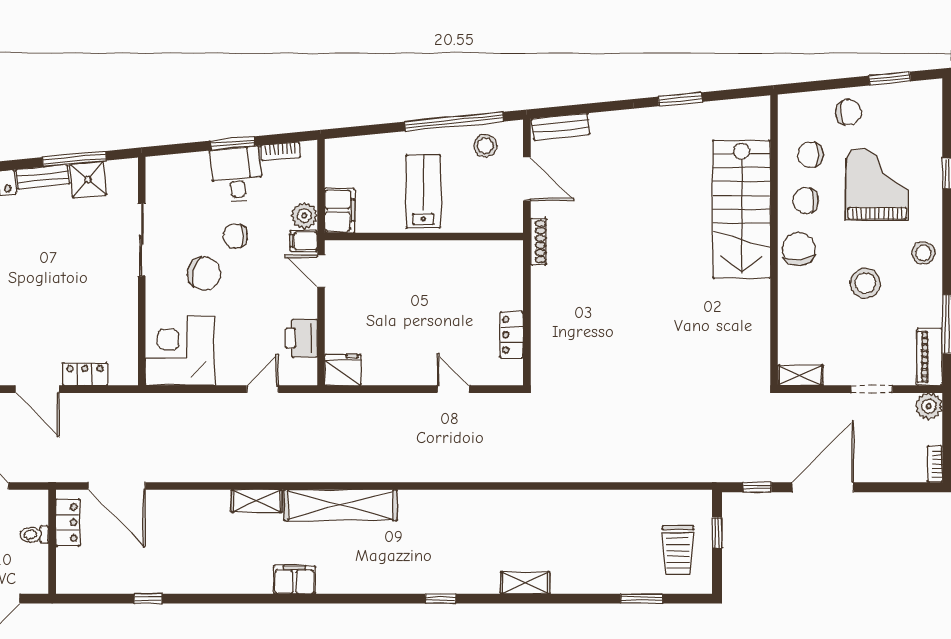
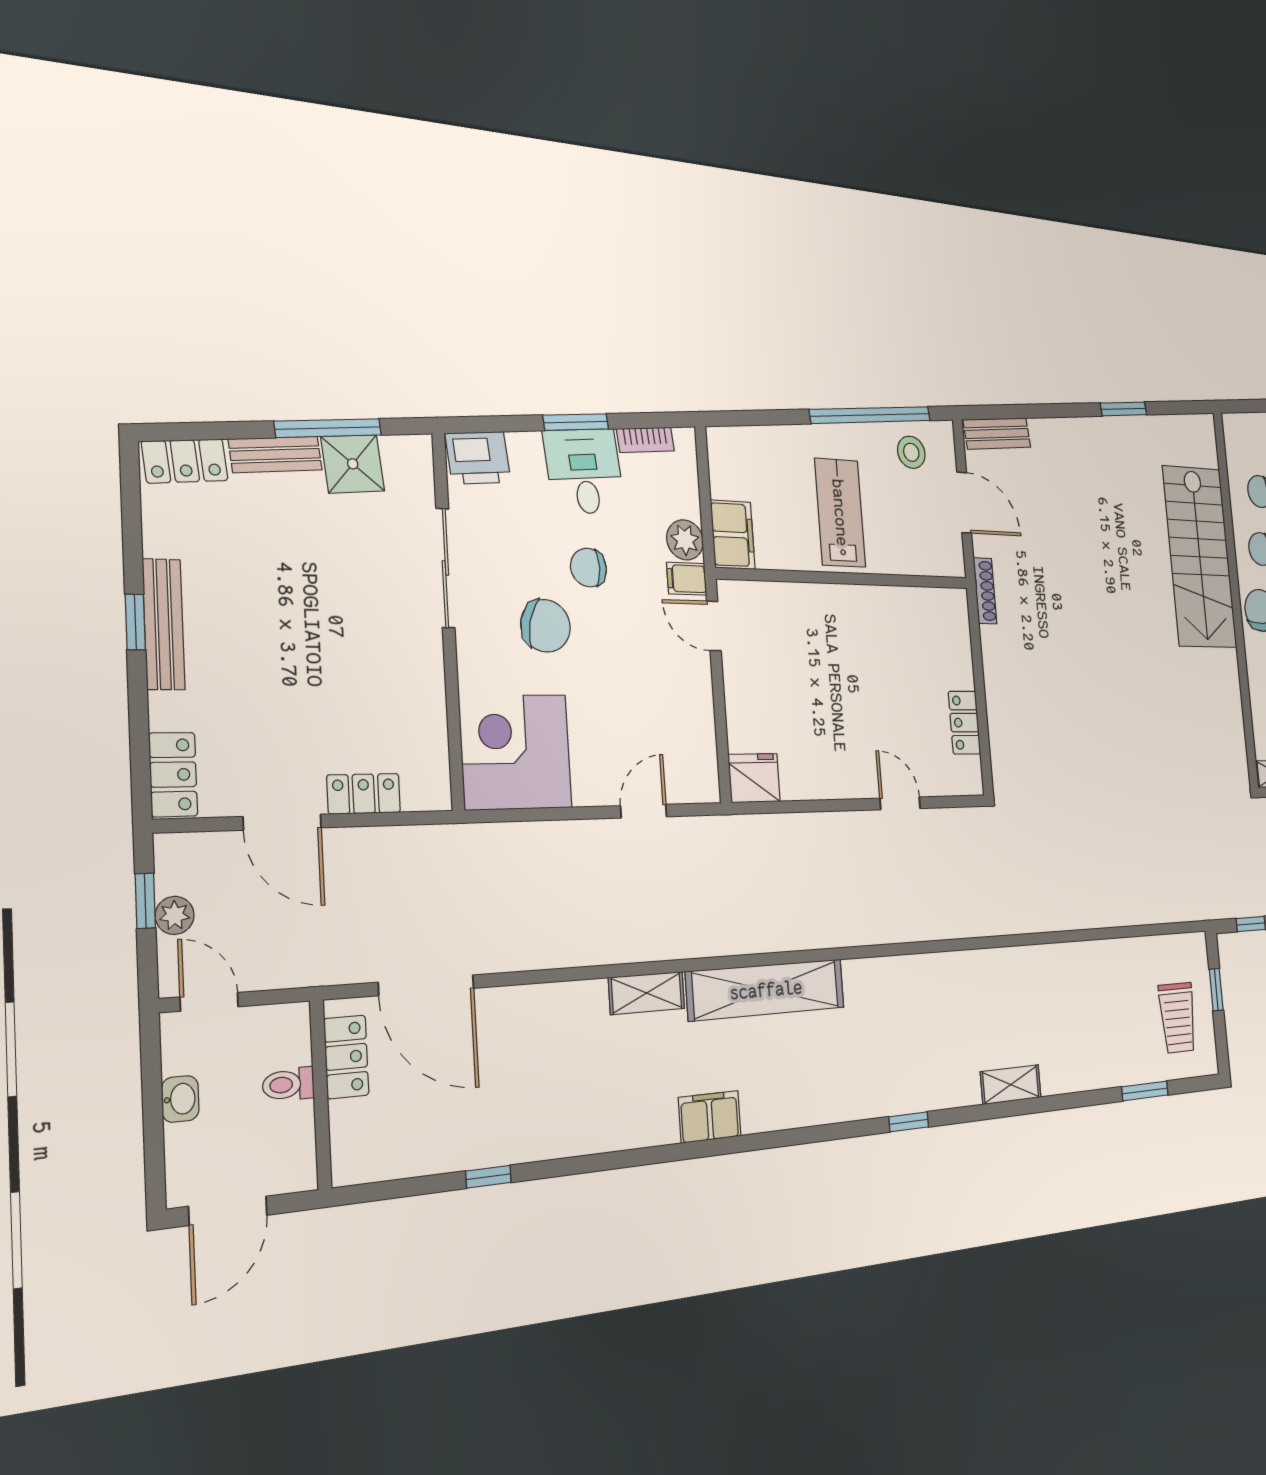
printer: (302, 338) -> (478, 458), moved, turned -96

